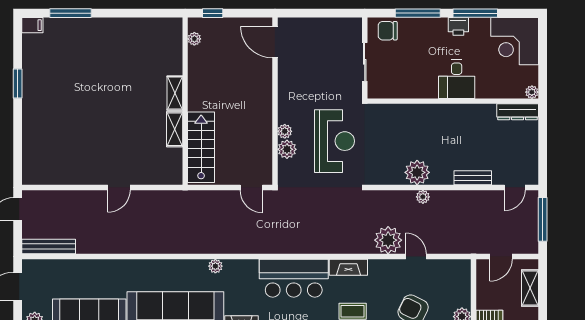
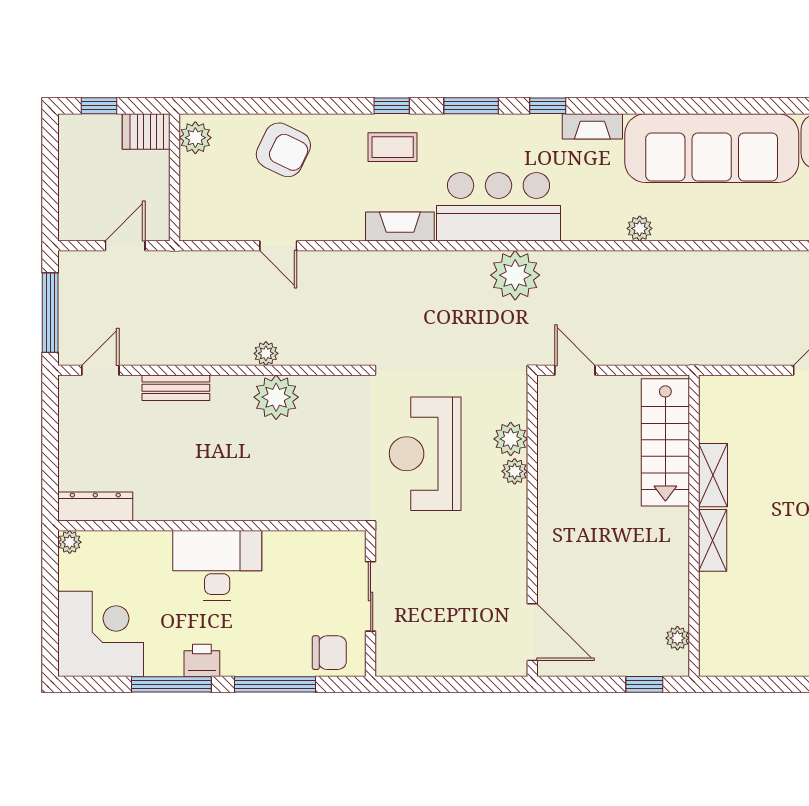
desk: (457, 79) -> (217, 565), width x1.37
plant: (388, 240) -> (515, 275), moved
shelving: (530, 288) -> (73, 189), removed

